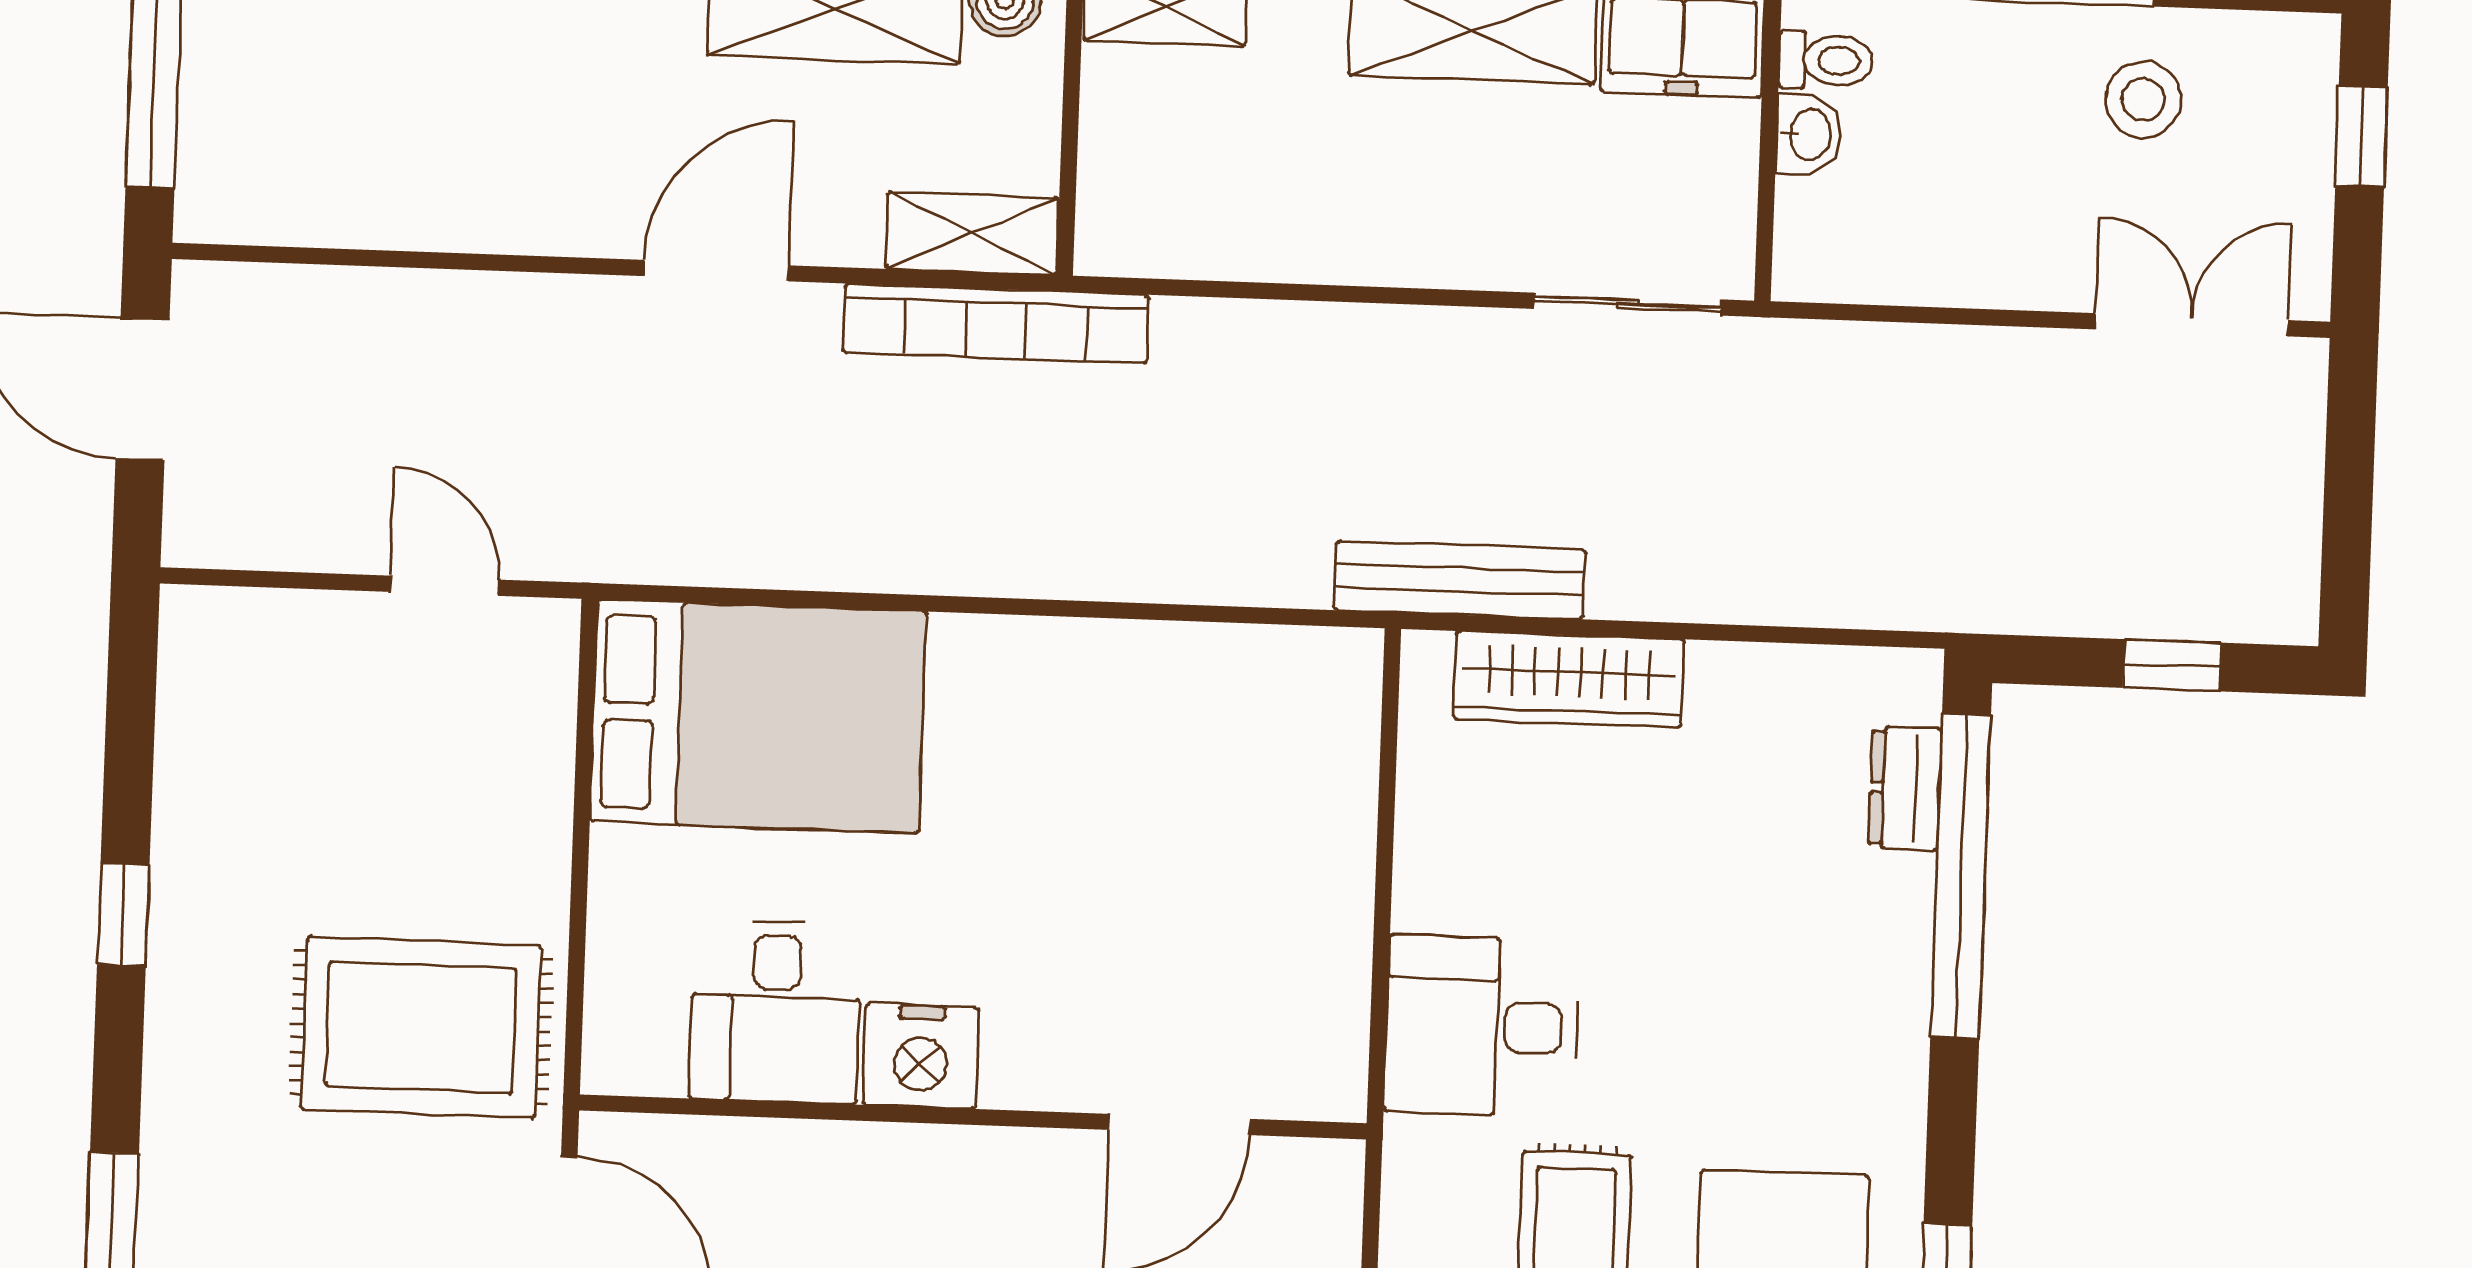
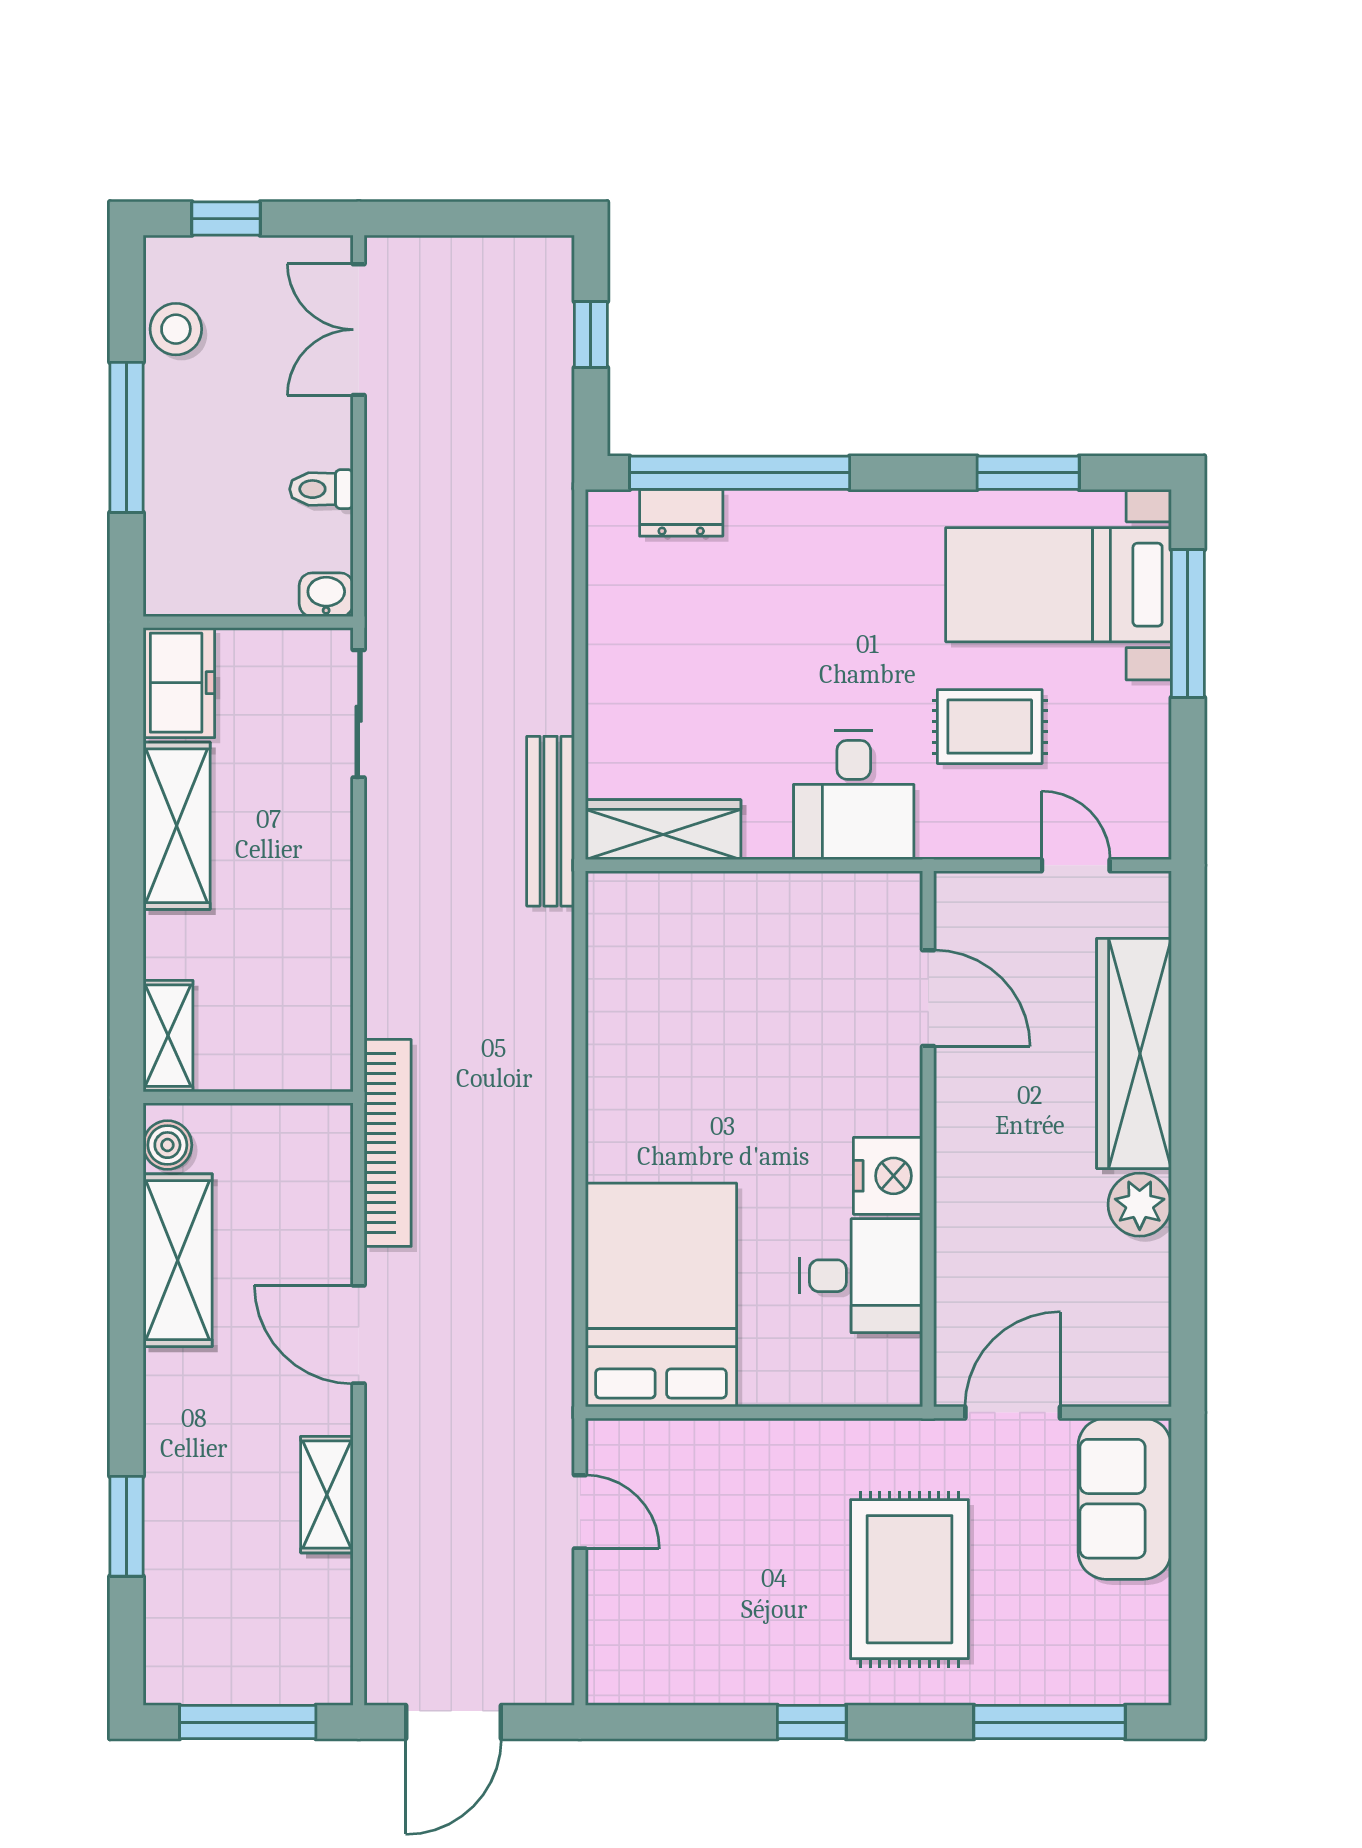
toilet: (1826, 60) -> (321, 489), moved, turned -90
stool: (2143, 100) -> (176, 329), moved
washbasin: (1809, 135) -> (326, 595), moved
shelving: (972, 233) -> (327, 1495), moved
door: (444, 586) -> (580, 1512), swing flipped
wardrobe: (1569, 679) -> (663, 830), moved, turned -90
rug: (421, 1027) -> (909, 1579), moved

